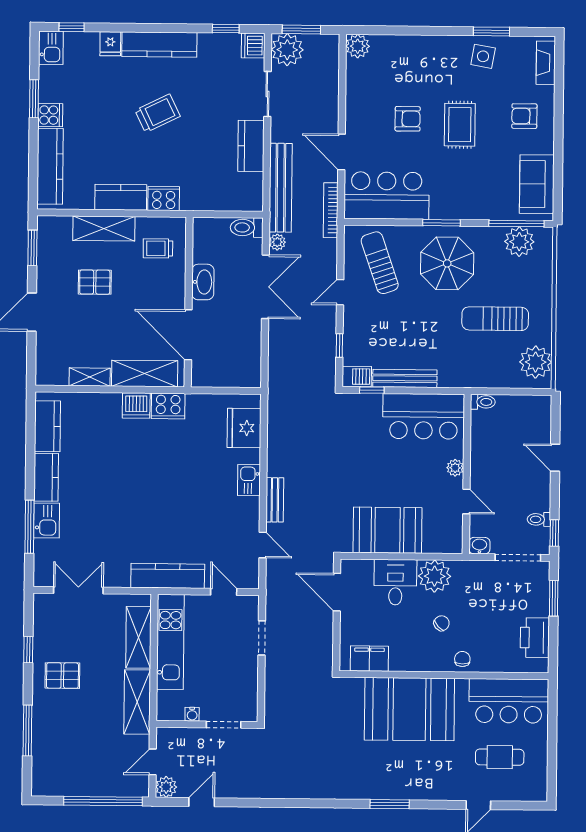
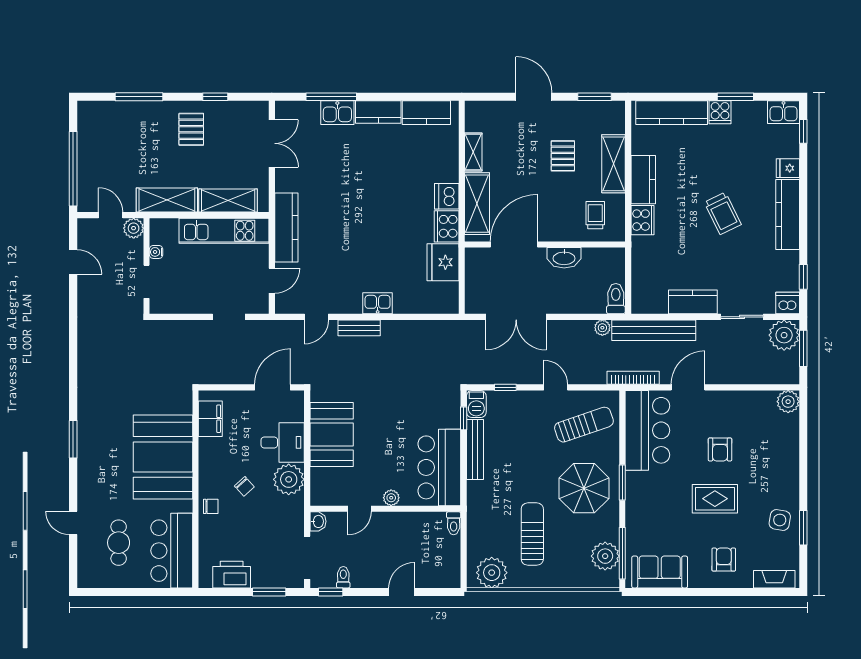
double door: (265, 287) -> (516, 317), moved
fridge: (244, 428) -> (443, 262), moved, turned -90
plant: (166, 787) -> (134, 228), moved

